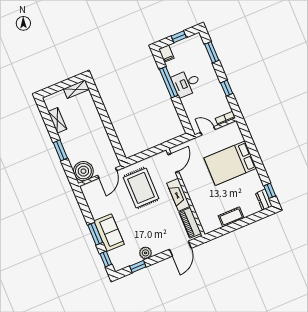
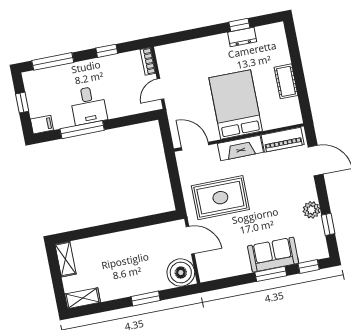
window: (212, 52) -> (53, 61), width x1.44
shelving: (57, 120) -> (83, 298), moved
bed: (230, 163) -> (236, 104), moved, turned 180
window: (270, 191) -> (239, 25), moved
dresser: (264, 200) -> (242, 37), moved

